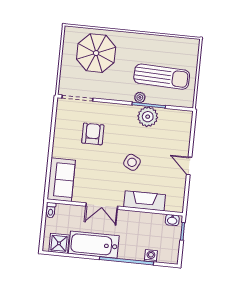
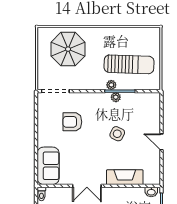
plant: (148, 117) -> (116, 97), width x0.53, depth x0.53
armchair: (93, 134) -> (72, 122), turned -90
side table: (132, 162) -> (117, 134), moved

